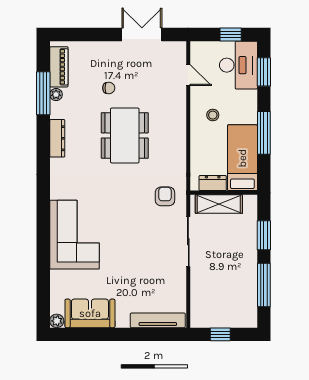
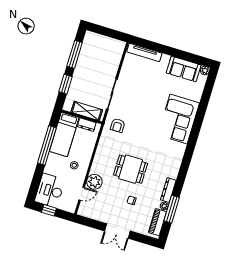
double door: (142, 35) -> (117, 231), moved
window: (264, 72) -> (36, 182), removed
door: (188, 75) -> (82, 194), swing flipped
plant: (174, 99) -> (94, 182), added
window: (264, 133) -> (47, 145), width x1.46
dining table: (125, 135) -> (131, 169), width x0.73
dresser: (57, 138) -> (168, 190), moved
window: (220, 334) -> (110, 33), removed

